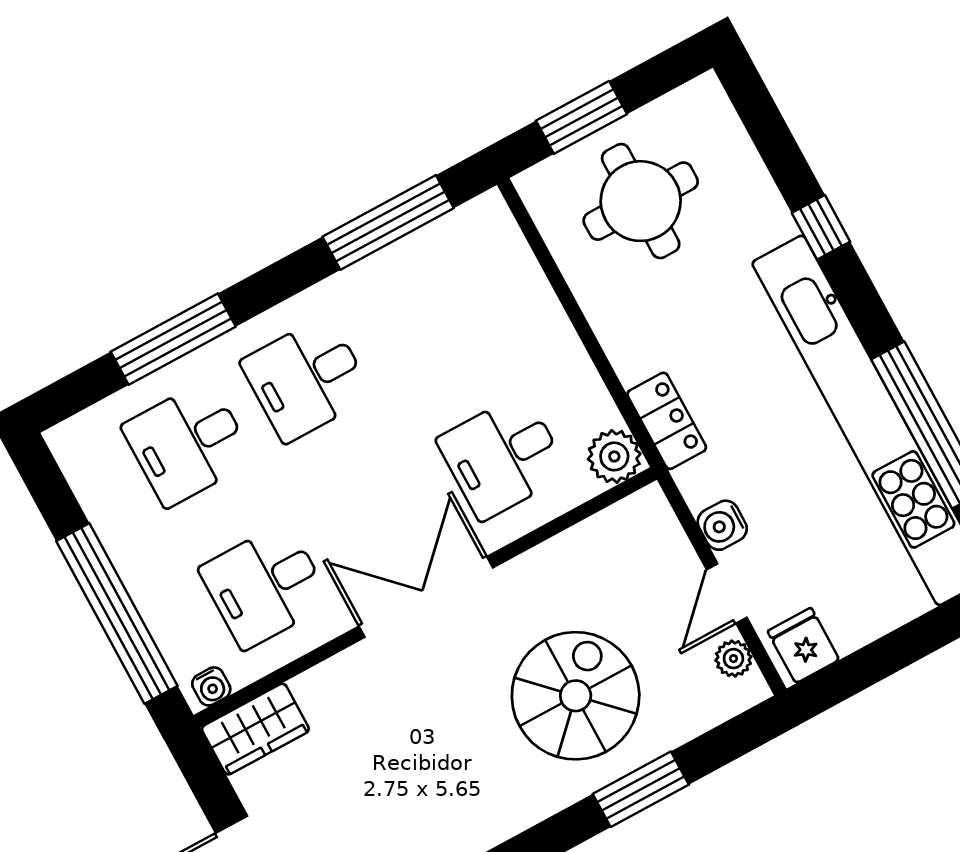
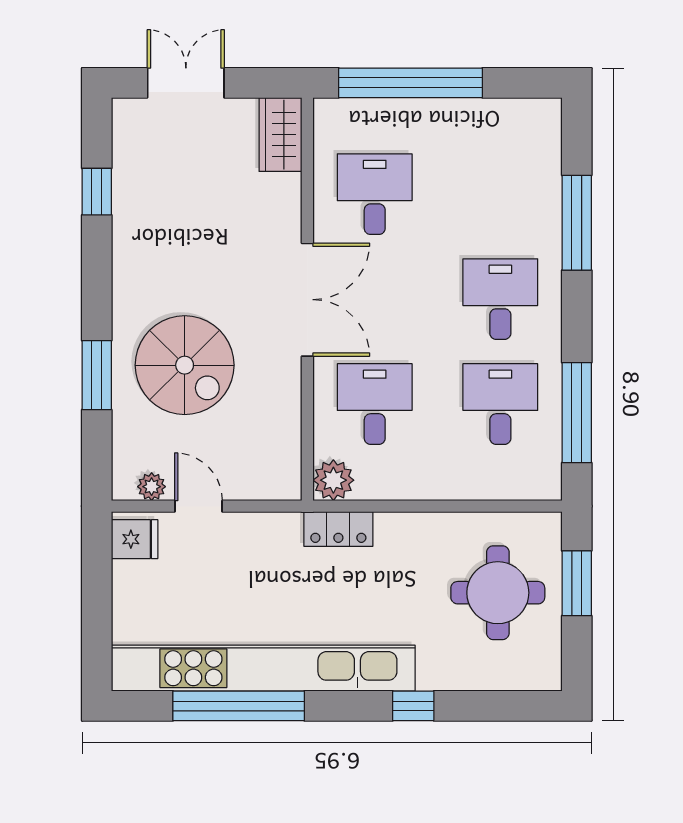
desk: (188, 443) -> (500, 404), moved
water cooler: (722, 525) -> (247, 528), removed
water cooler: (211, 686) -> (326, 120), removed

